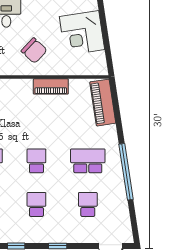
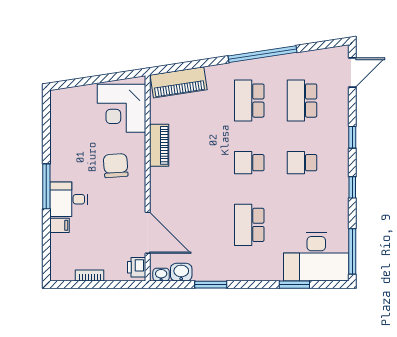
corner desk: (82, 33) -> (121, 108), moved, turned 99
chair: (34, 51) -> (116, 166), turned -47
school desk: (88, 204) -> (302, 101), width x1.85

